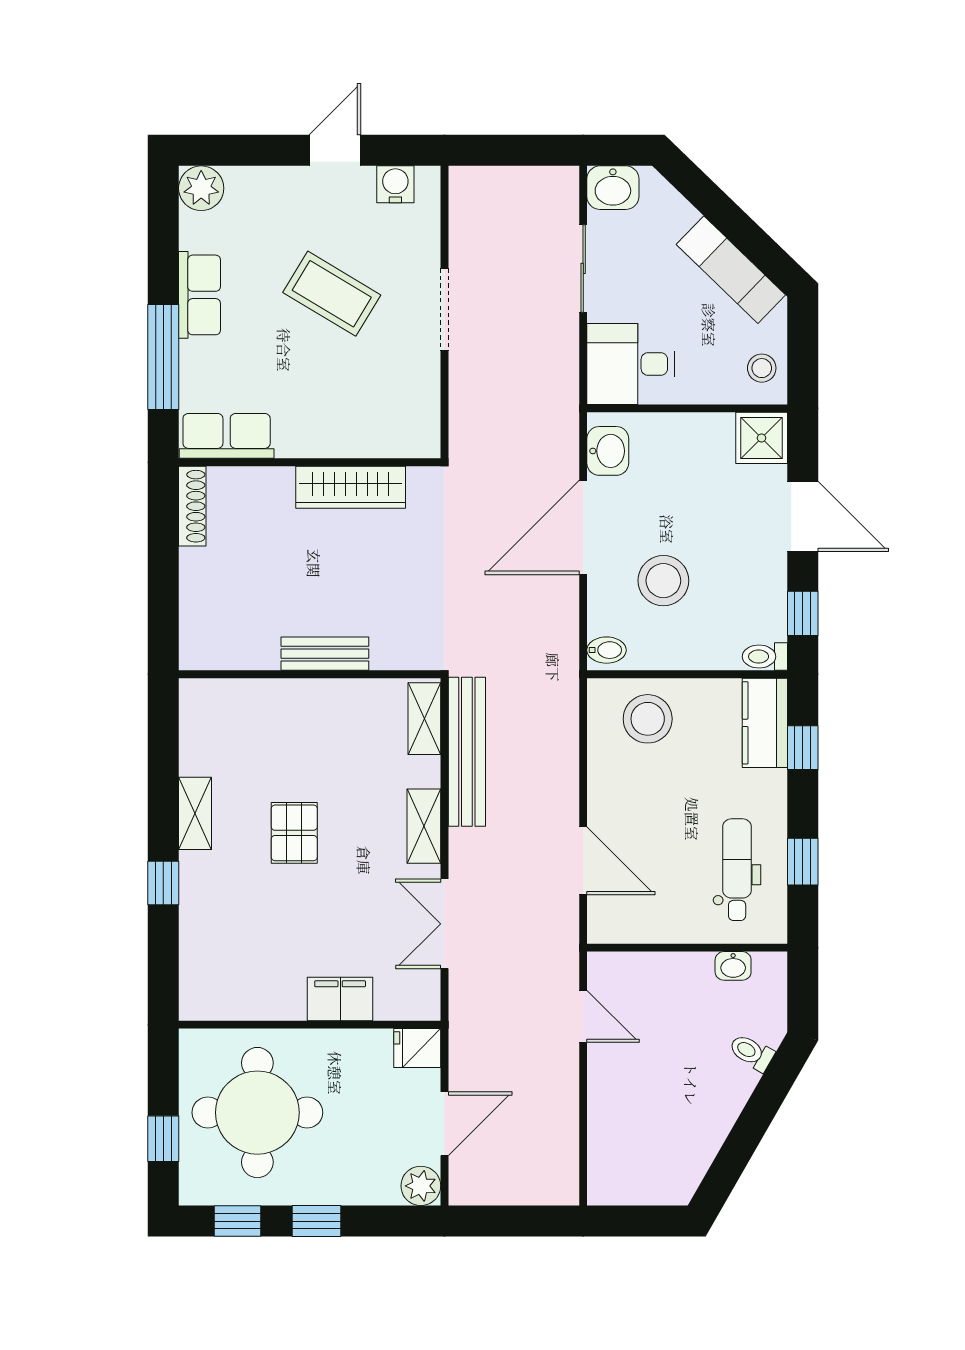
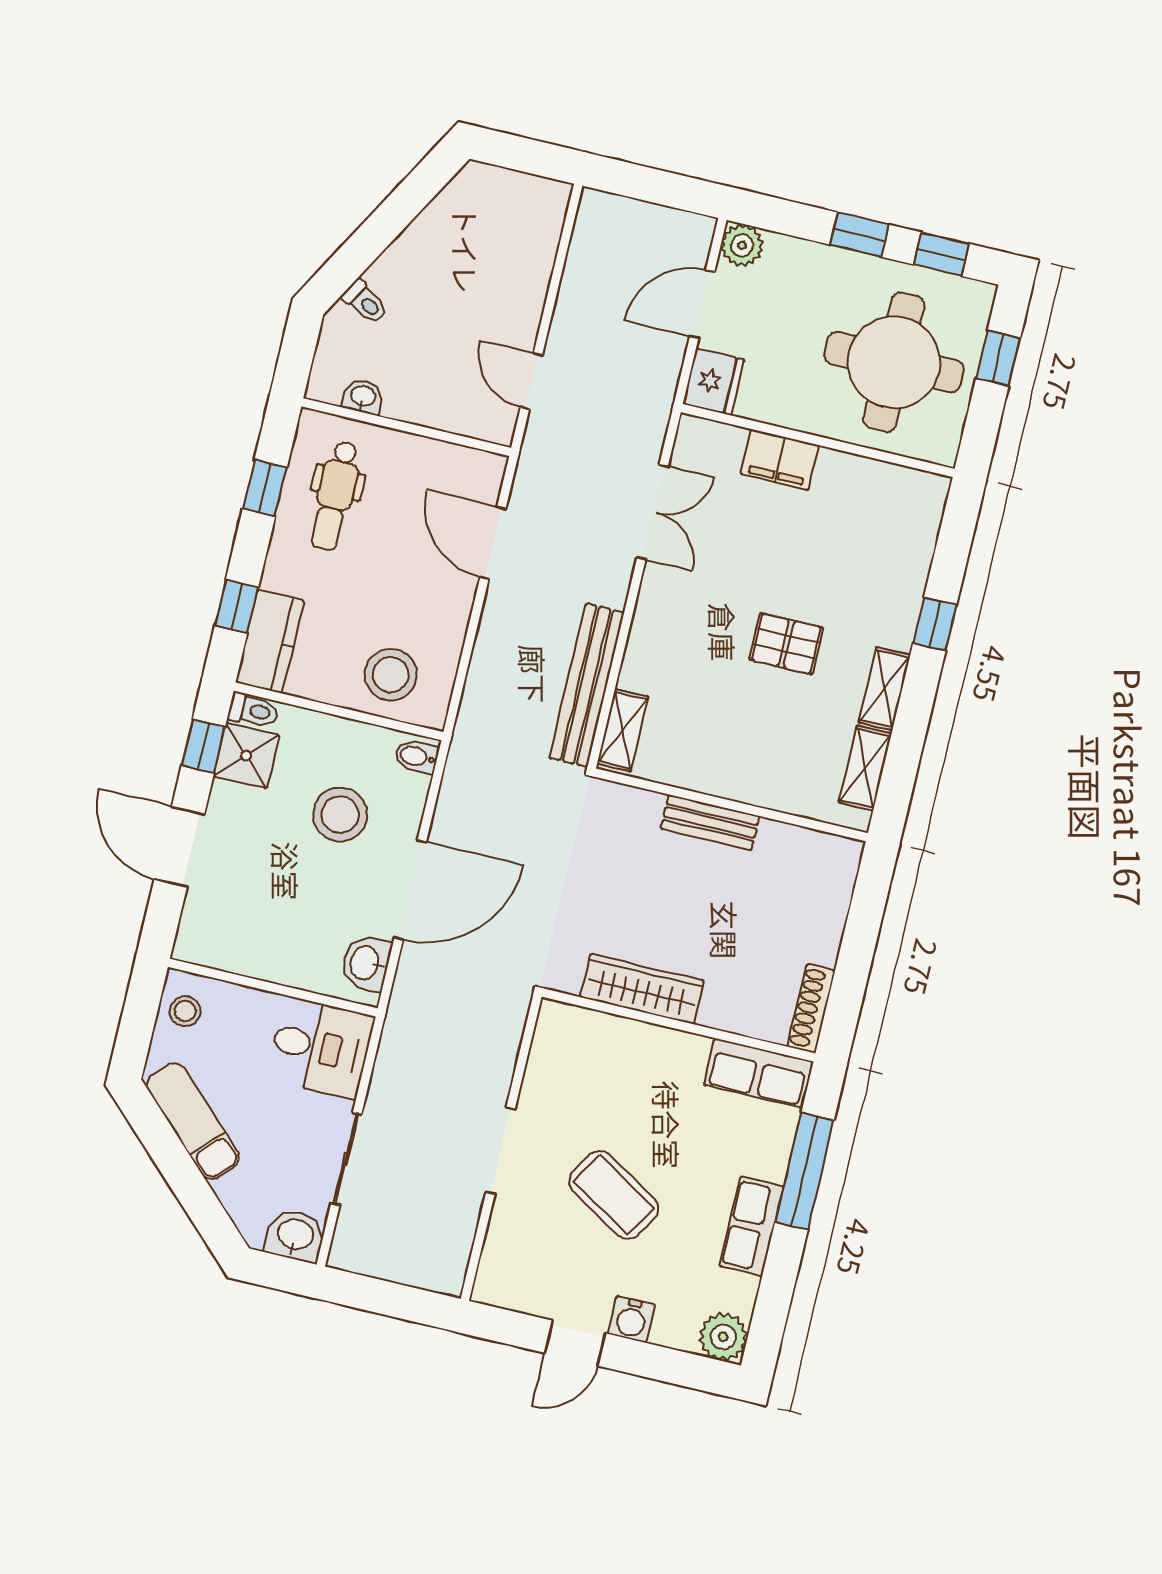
water cooler: (395, 184) -> (631, 1319), moved
shower: (762, 438) -> (246, 756), moved
shelving: (424, 826) -> (865, 768), moved
pallet: (294, 833) -> (786, 644), turned 90
fridge: (417, 1048) -> (714, 382), width x1.38

